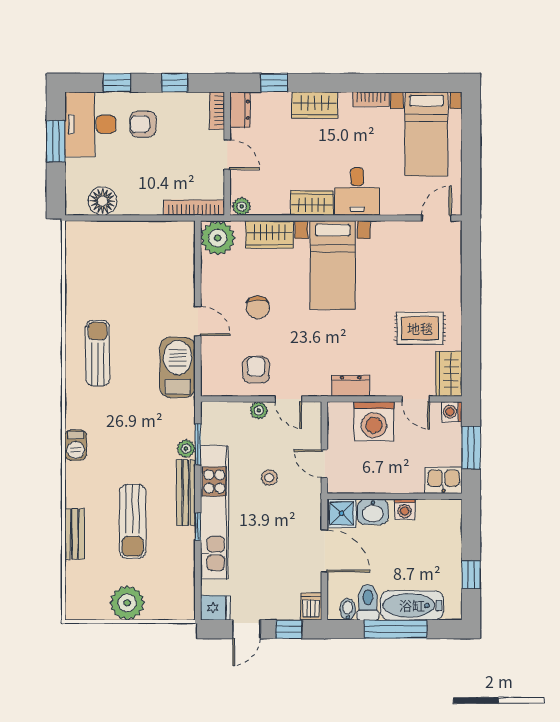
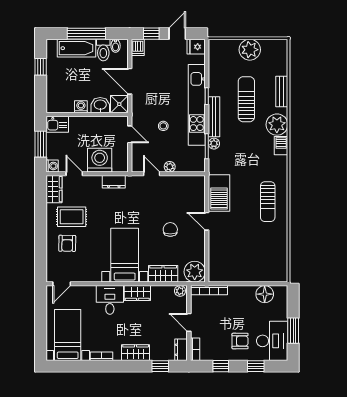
armchair: (256, 370) -> (67, 243), moved
plant: (82, 480) -> (277, 125), added

